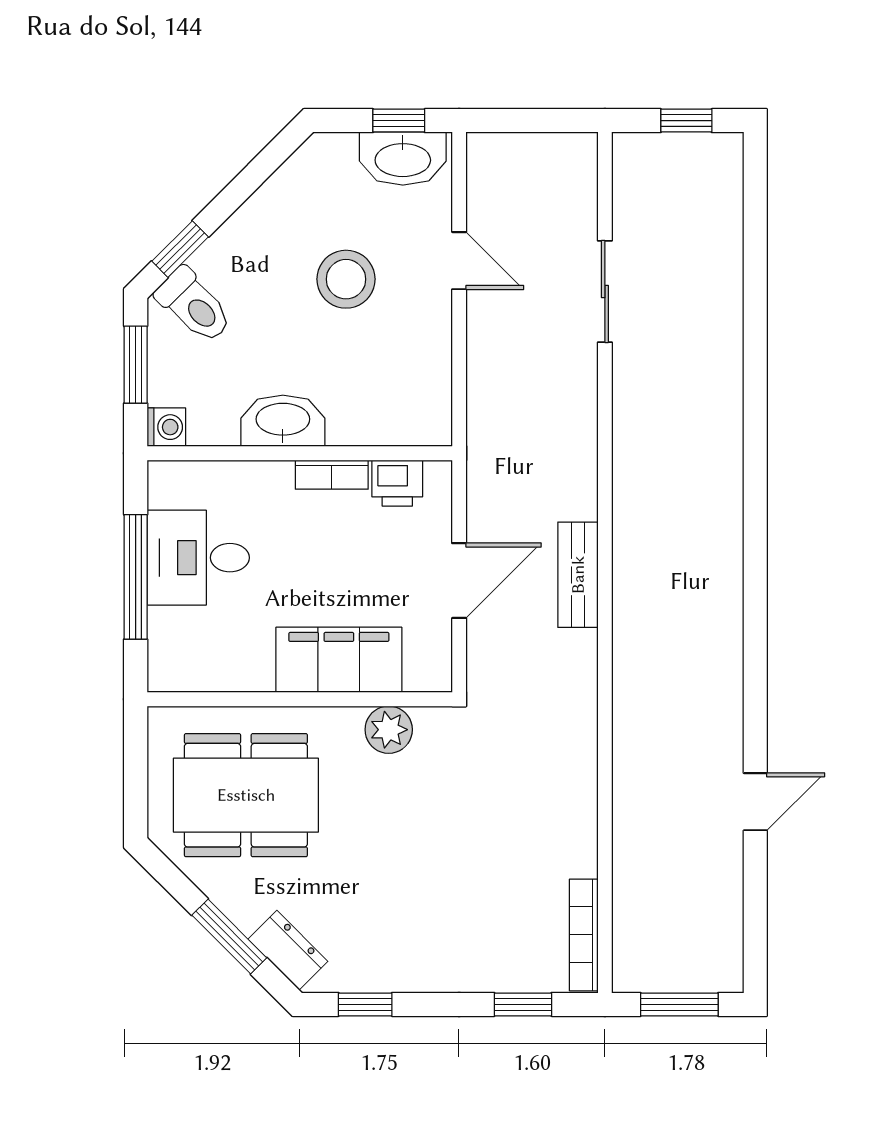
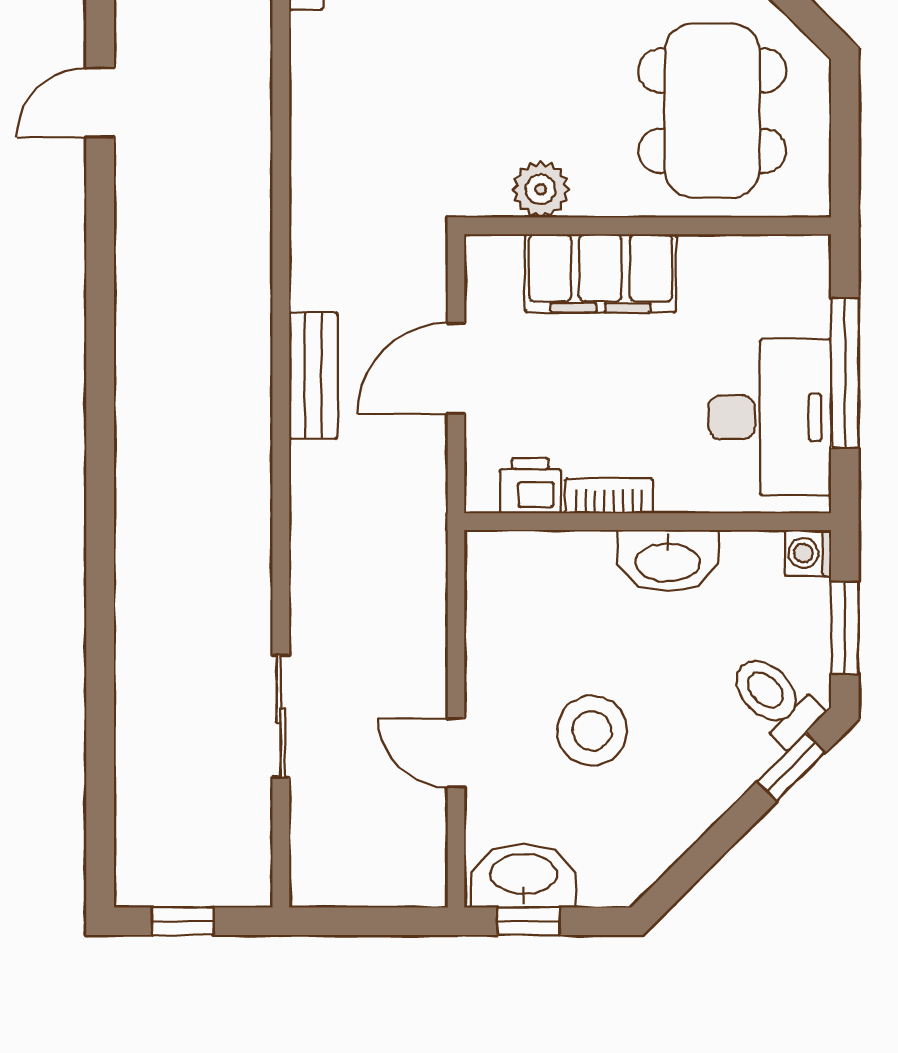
desk: (198, 558) -> (770, 417), width x1.37
dining table: (246, 795) -> (712, 111), turned 90

